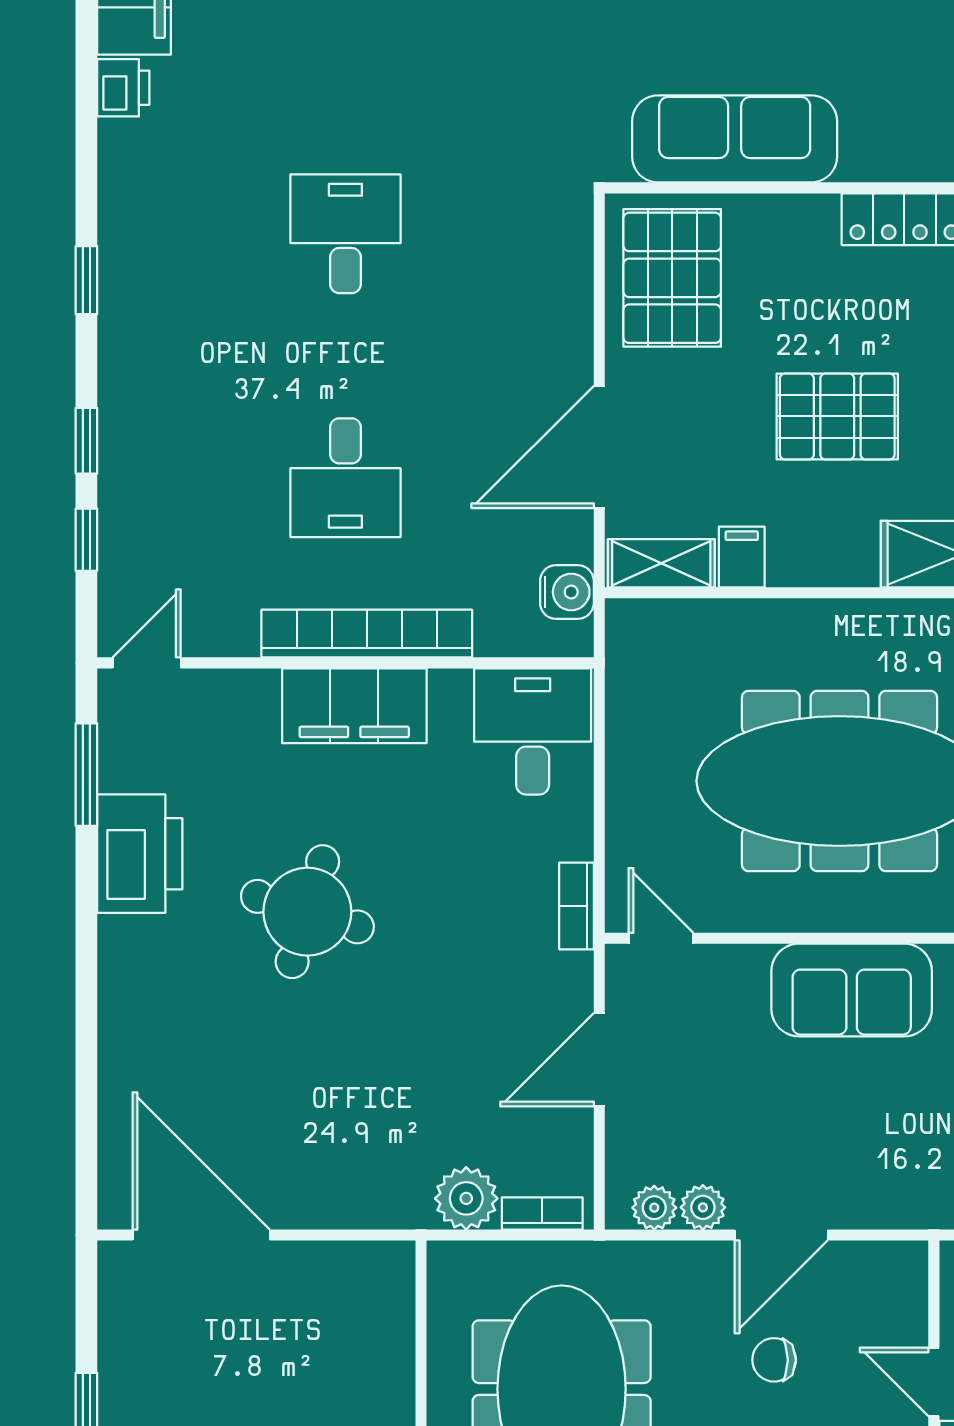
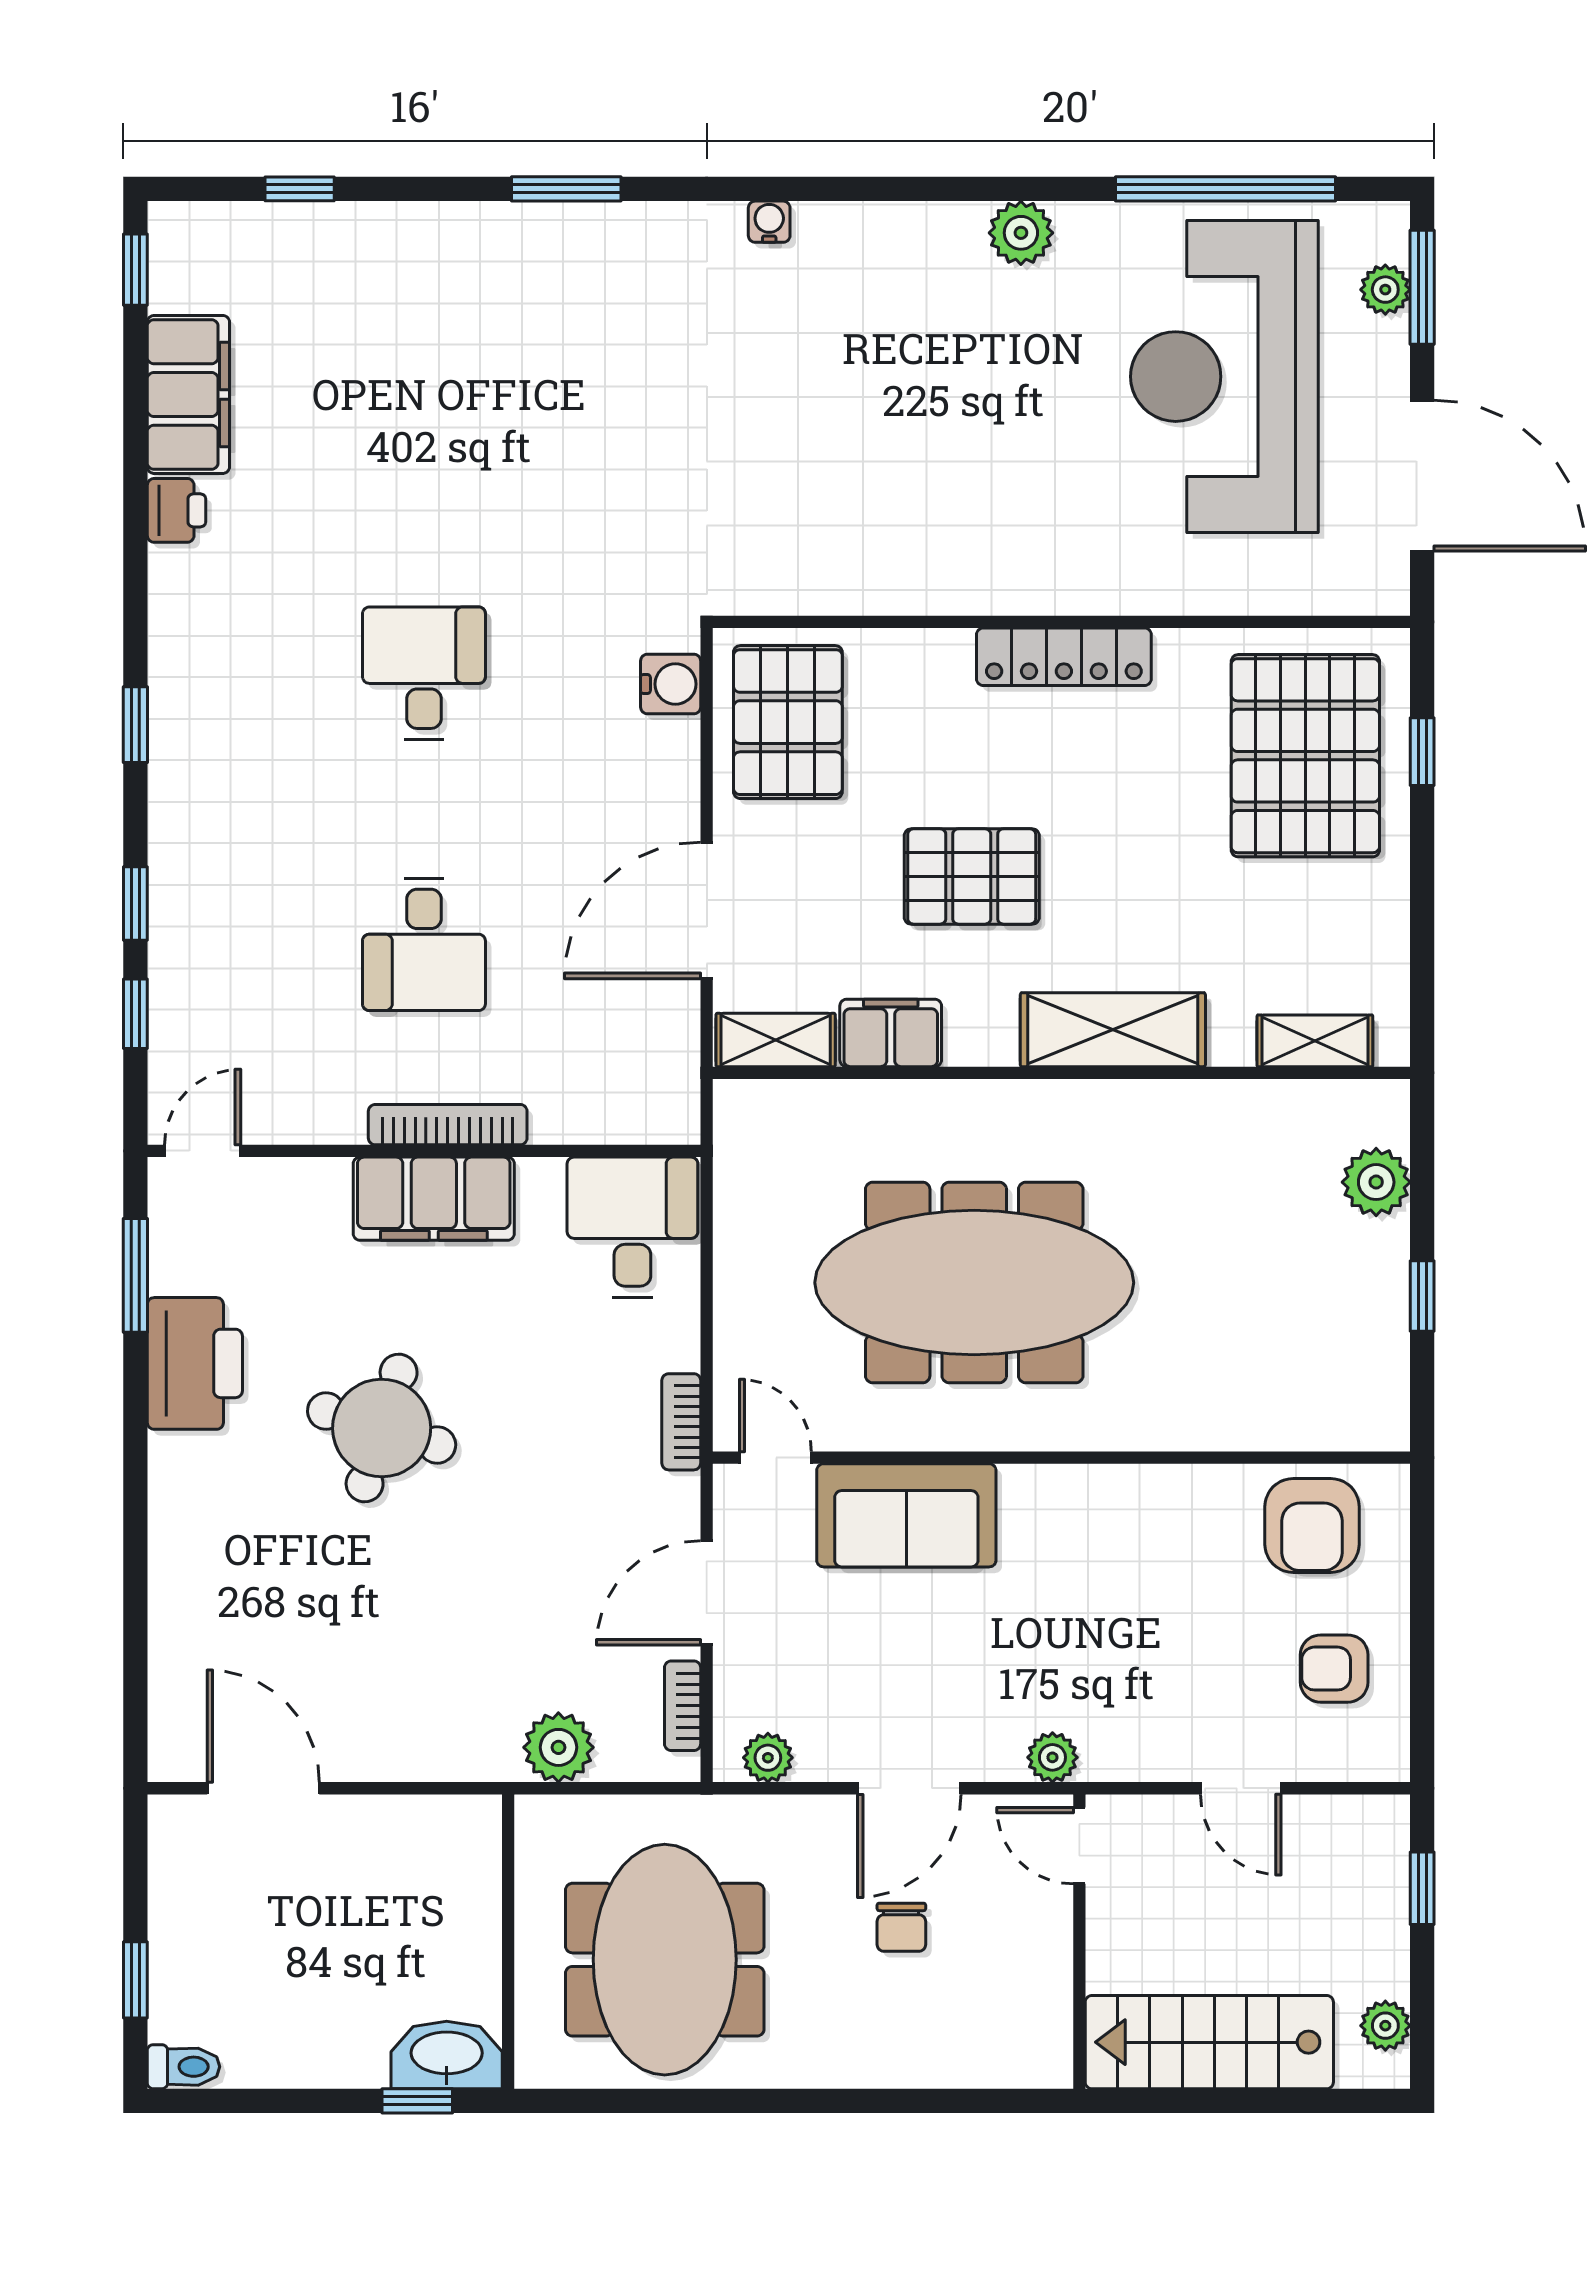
sofa: (735, 139) -> (857, 567), removed
filing cabinet: (742, 557) -> (891, 1033), width x2.00
water cooler: (567, 592) -> (671, 684), moved
bookcase: (367, 634) -> (448, 1125), width x0.68, depth x0.76
sofa: (852, 990) -> (906, 1515), moved
plant: (703, 1207) -> (1052, 1757), moved
bookcase: (542, 1214) -> (683, 1706), moved, turned -90
door: (201, 1235) -> (263, 1788), width x0.73
chair: (774, 1360) -> (901, 1927), turned -90
door: (934, 1382) -> (1079, 1846), moved

